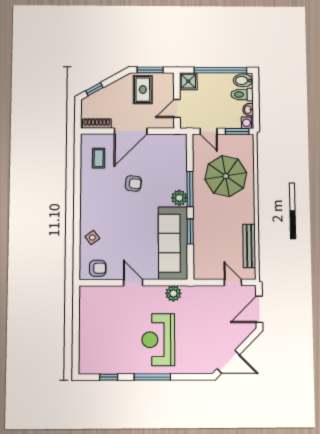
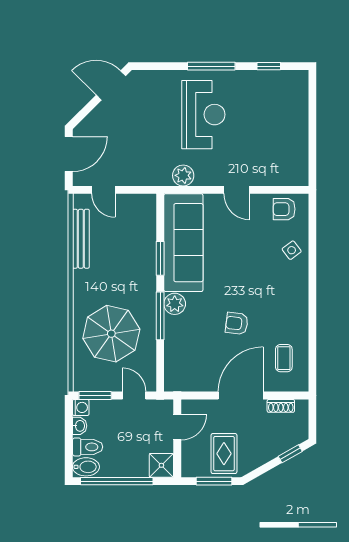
shoe rack: (97, 124) -> (281, 406), width x0.70

